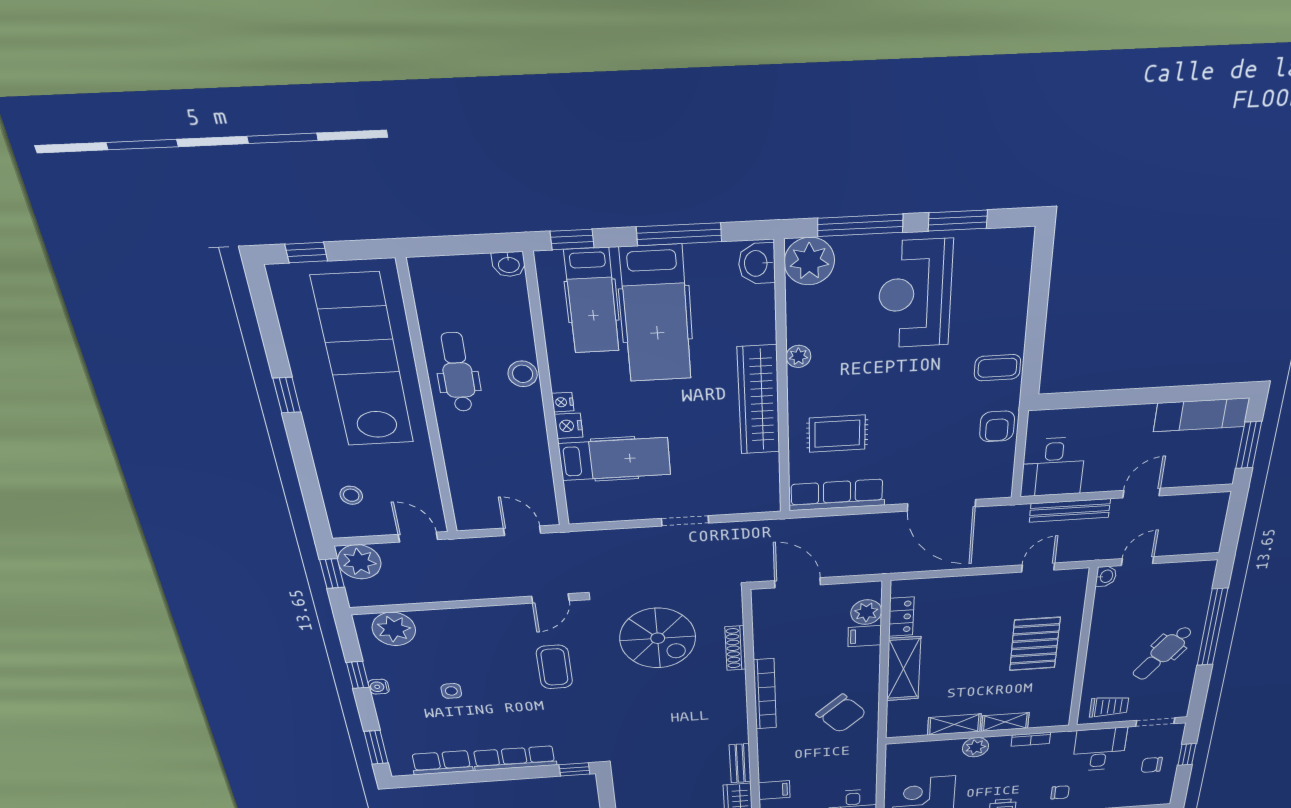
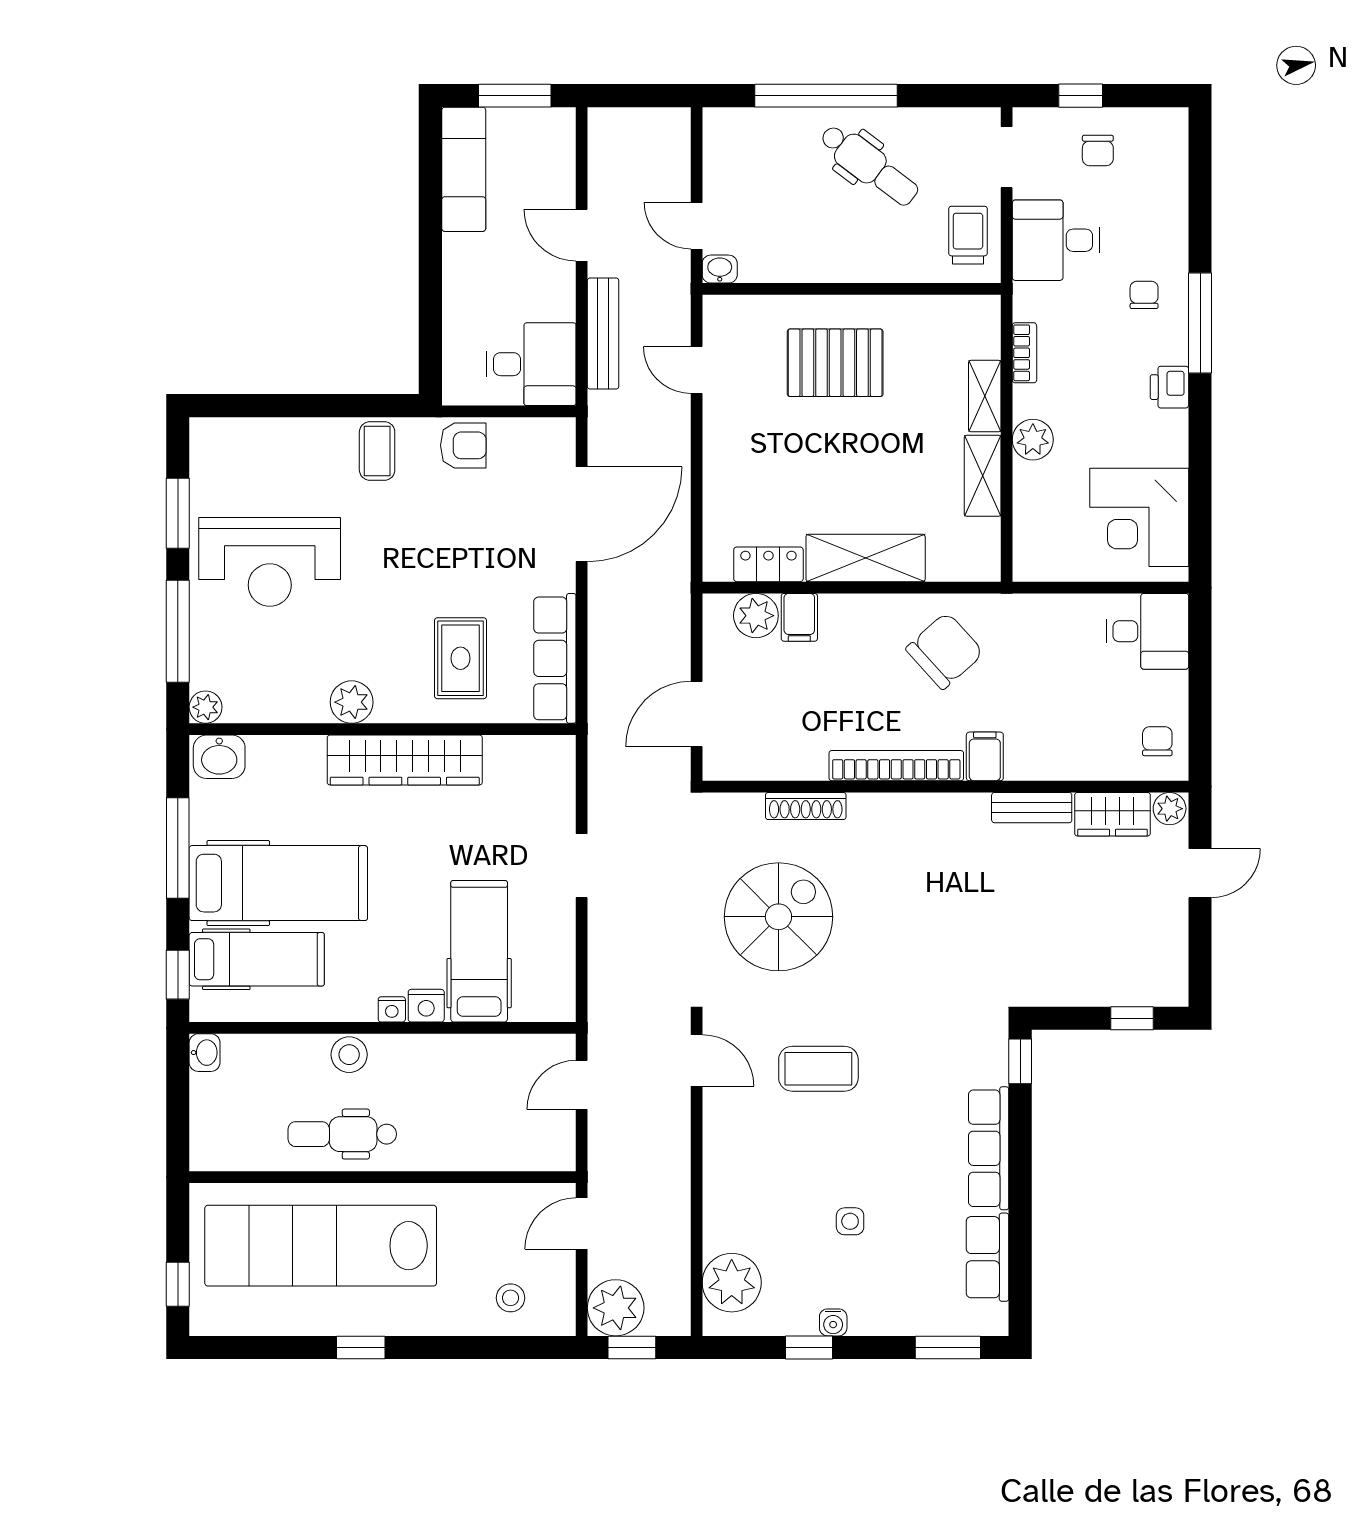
plant: (809, 261) -> (206, 707), width x0.53, depth x0.53
plant: (798, 356) -> (352, 702), width x1.38, depth x1.38
filing cabinet: (774, 790) -> (985, 756), moved

